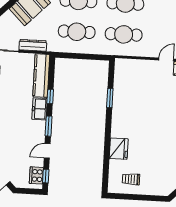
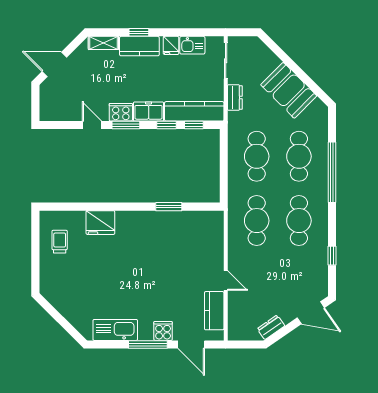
dresser: (33, 45) -> (235, 98), width x0.70
cooker: (36, 175) -> (121, 112), moved
window: (46, 176) -> (194, 125), moved

